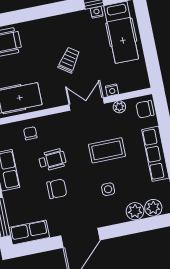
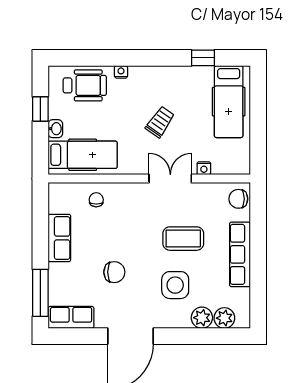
nightstand: (97, 12) -> (121, 72), moved
plant: (119, 107) -> (209, 190), removed
wheelchair: (52, 160) -> (116, 237), removed
side table: (108, 189) -> (175, 285), width x1.87, depth x1.87

